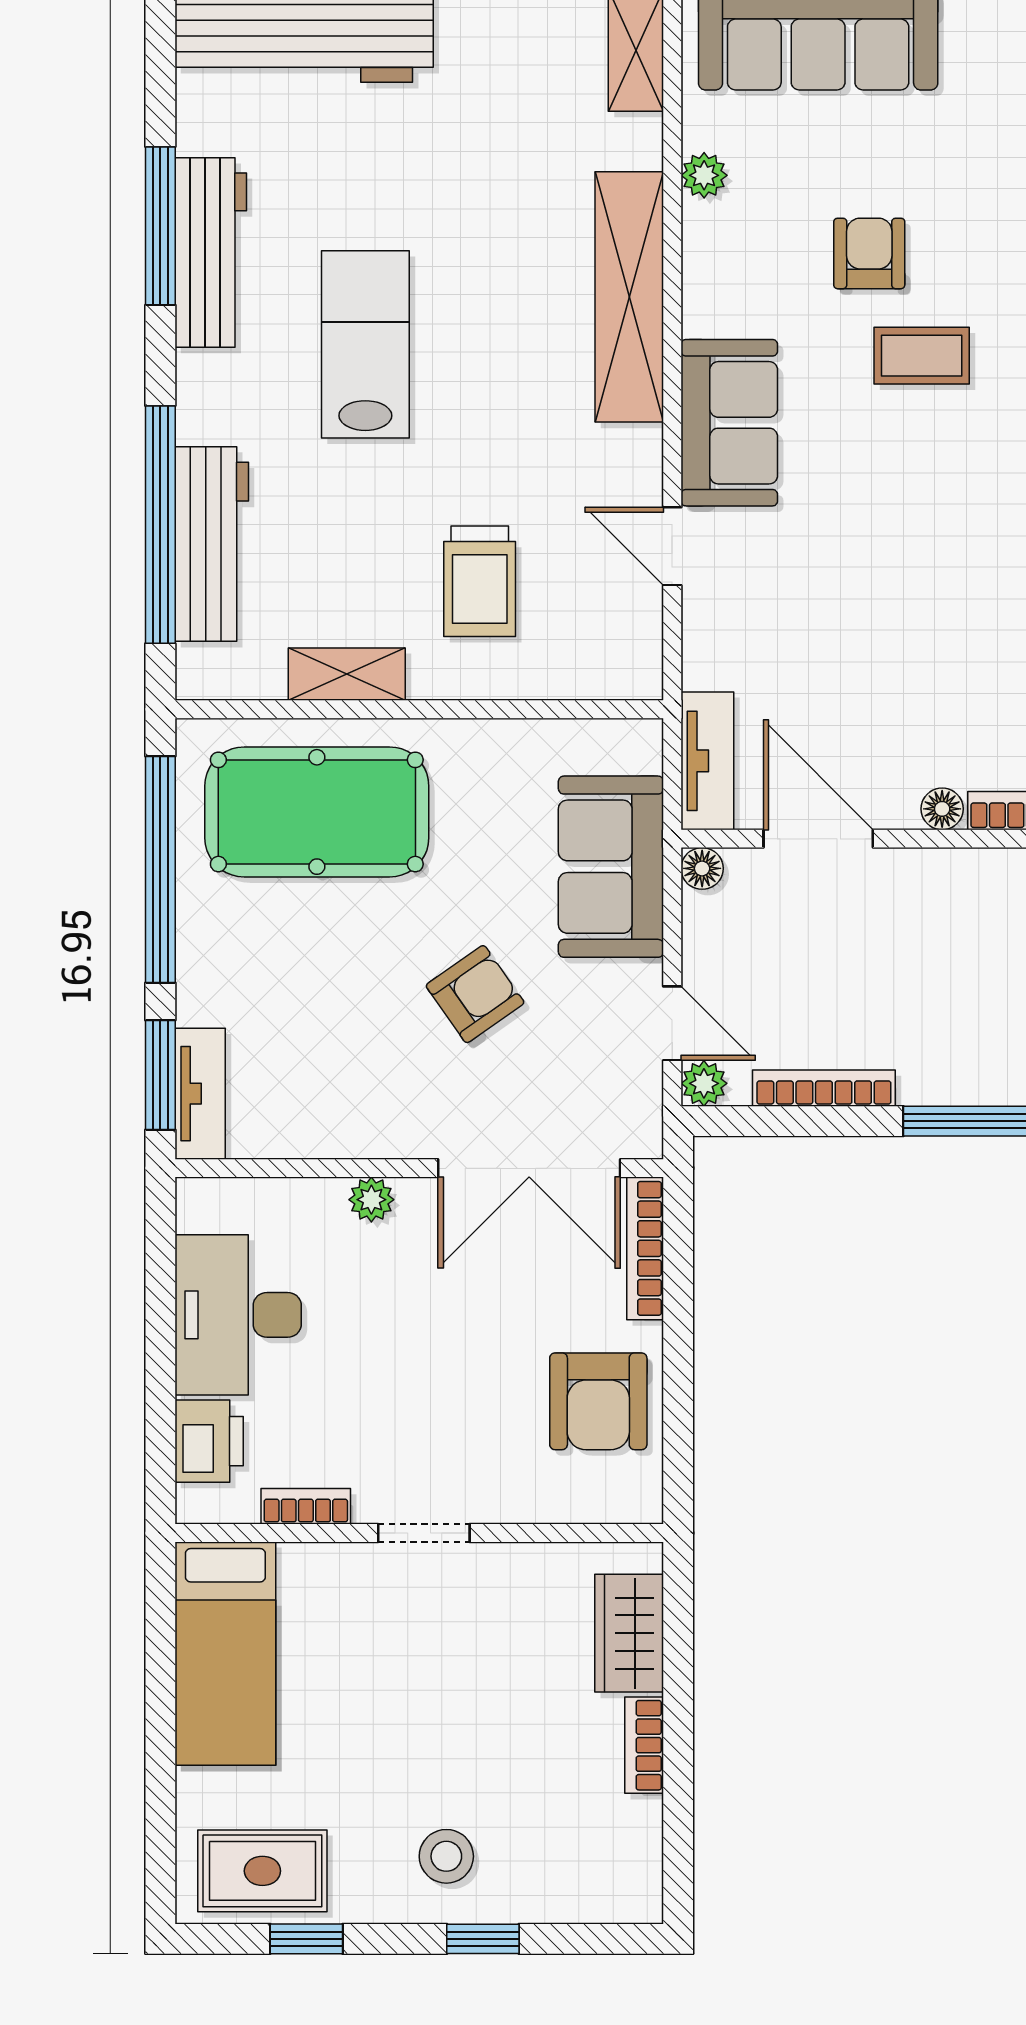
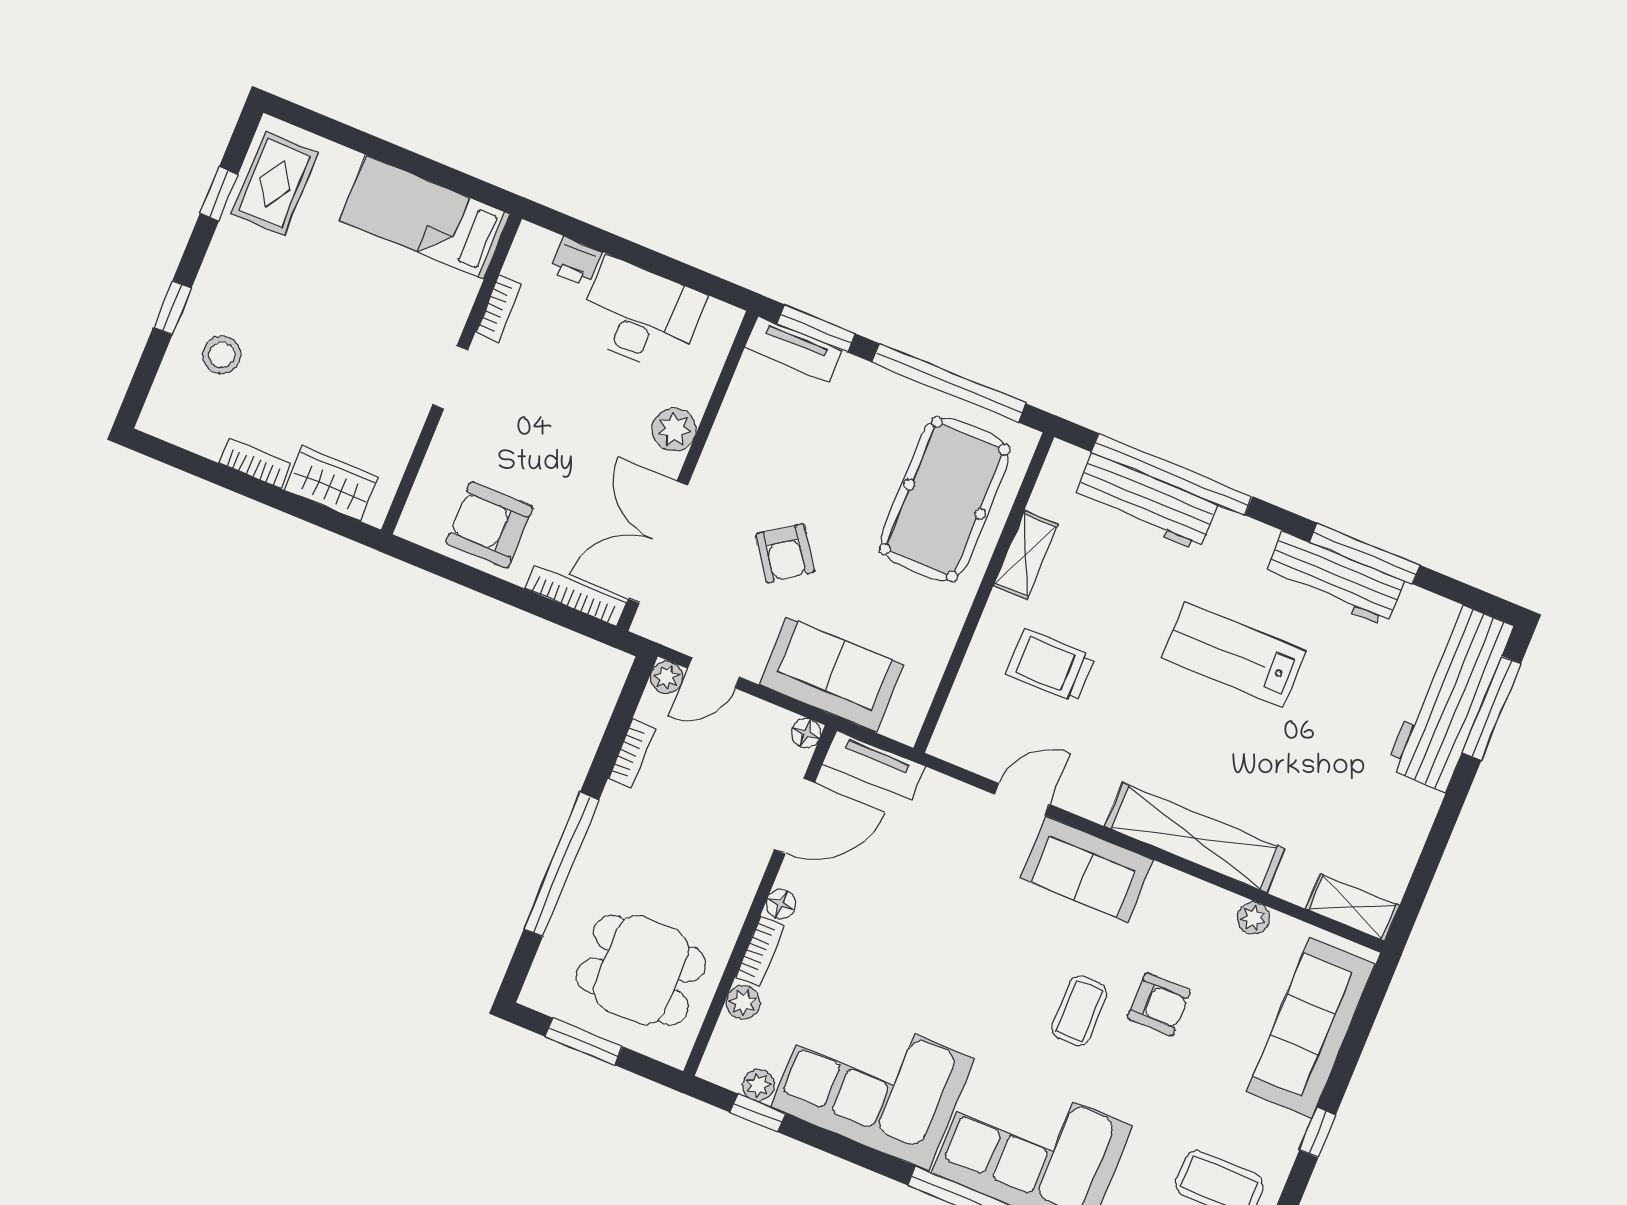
lab bench: (365, 344) -> (1234, 654), turned 180
bookcase: (824, 1088) -> (632, 754), width x0.64
plant: (371, 1200) -> (674, 429), width x1.38, depth x1.38
printer: (209, 1441) -> (575, 262), width x0.73, depth x0.81
stool: (446, 1856) -> (222, 355), moved

